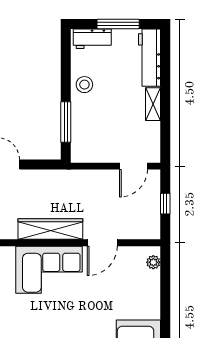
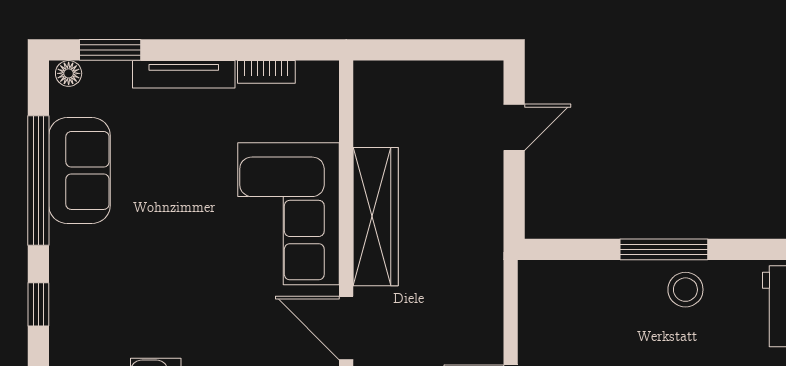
window: (66, 122) -> (664, 249), moved

